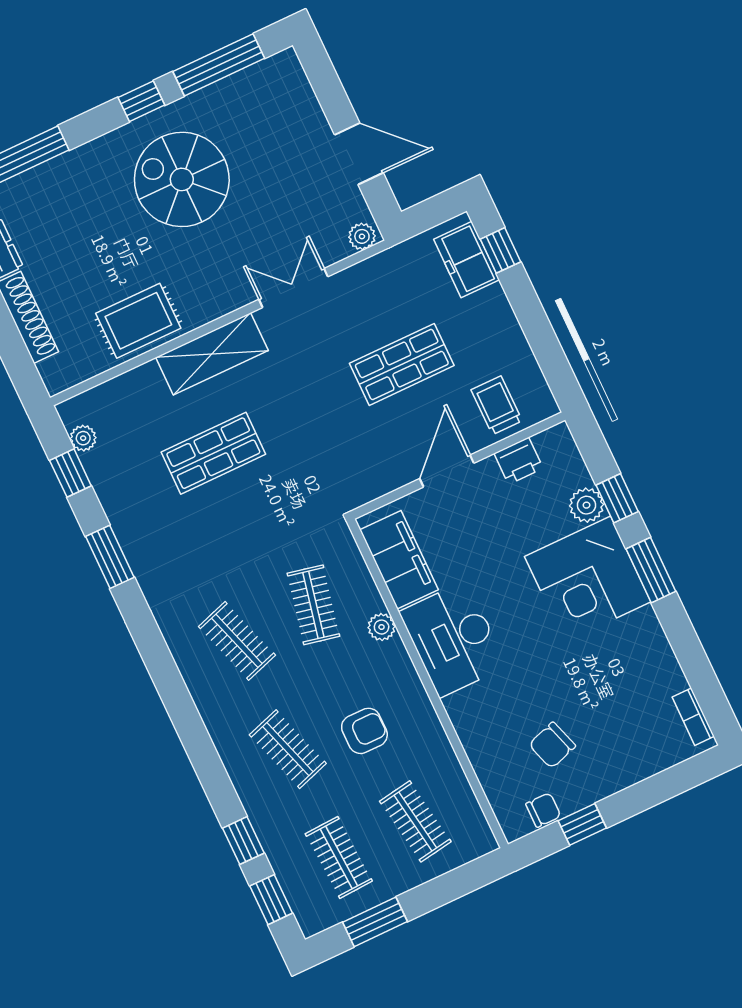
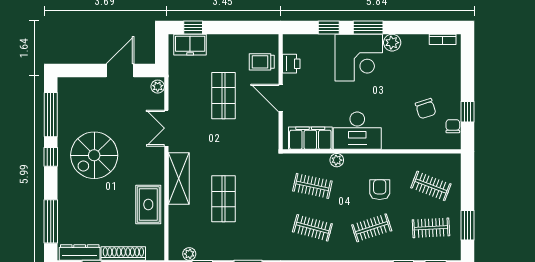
plant: (586, 505) -> (392, 43), moved
clothes rail: (237, 641) -> (312, 228), turned 33
clothes rail: (415, 821) -> (431, 186), turned 30

